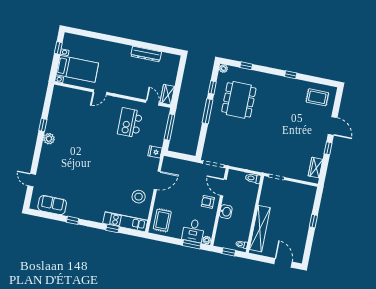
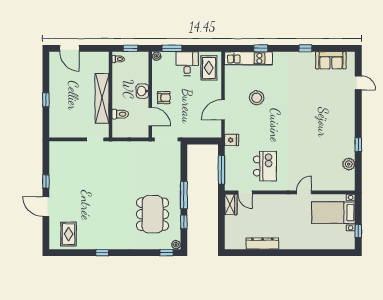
window: (246, 66) -> (166, 253), moved
rug: (317, 97) -> (69, 234), turned 90
plant: (49, 139) -> (349, 164), moved
wardrobe: (315, 168) -> (55, 158), removed
toilet: (253, 178) -> (120, 114), moved
stool: (139, 197) -> (257, 98), moved
shelving: (260, 229) -> (102, 98), moved
desk: (193, 231) -> (187, 64), moved

